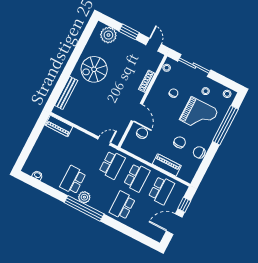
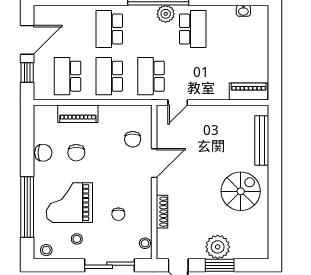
plant: (108, 35) -> (218, 247), moved
door: (137, 112) -> (154, 163), swing flipped
school desk: (122, 205) -> (109, 29), turned 180

